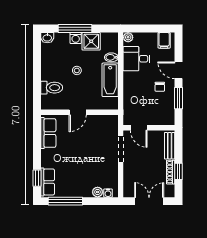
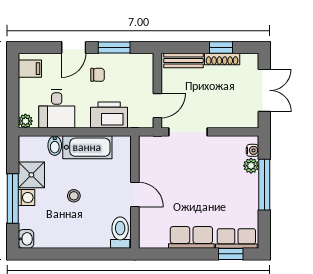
toilet: (52, 88) -> (120, 233), moved
printer: (132, 95) -> (109, 115), added
row of seats: (48, 133) -> (191, 237), moved
window: (65, 201) -> (264, 185), moved
double door: (149, 201) -> (264, 90), swing flipped

